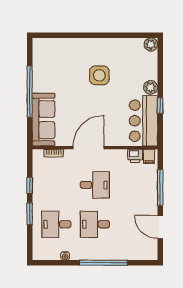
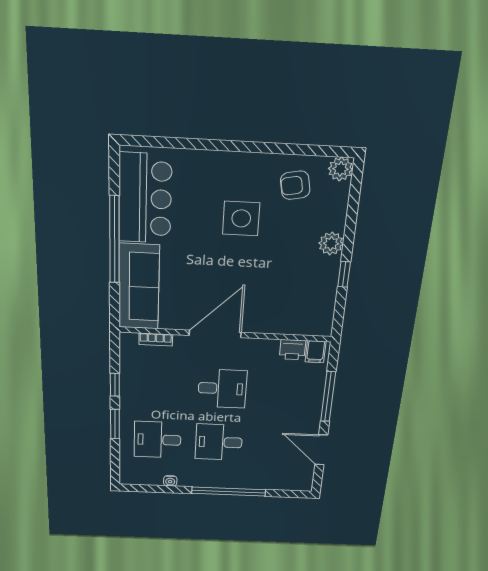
armchair: (127, 55) -> (295, 185), added
bar counter: (143, 121) -> (145, 199), moved, turned 180

